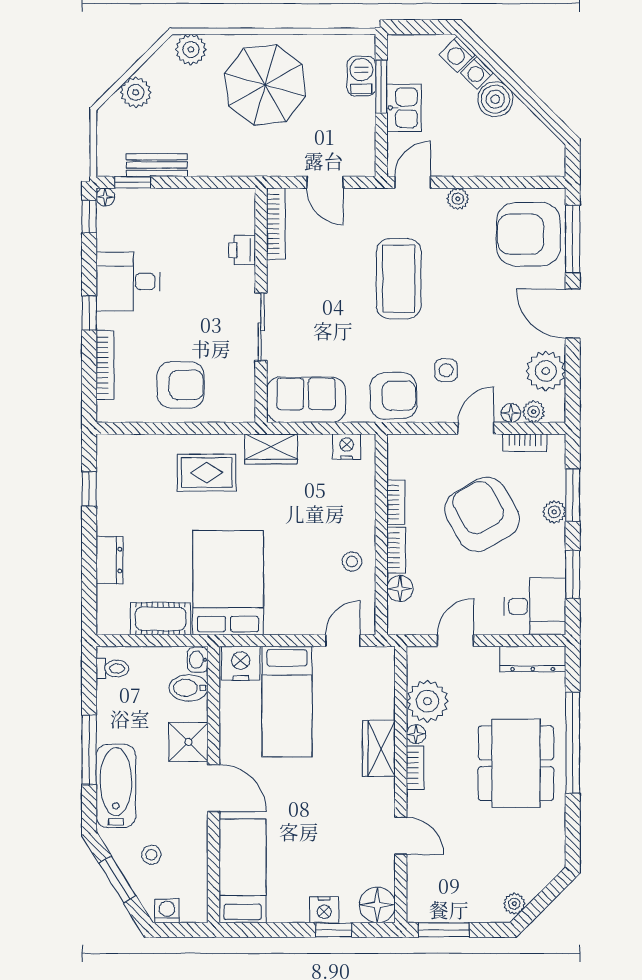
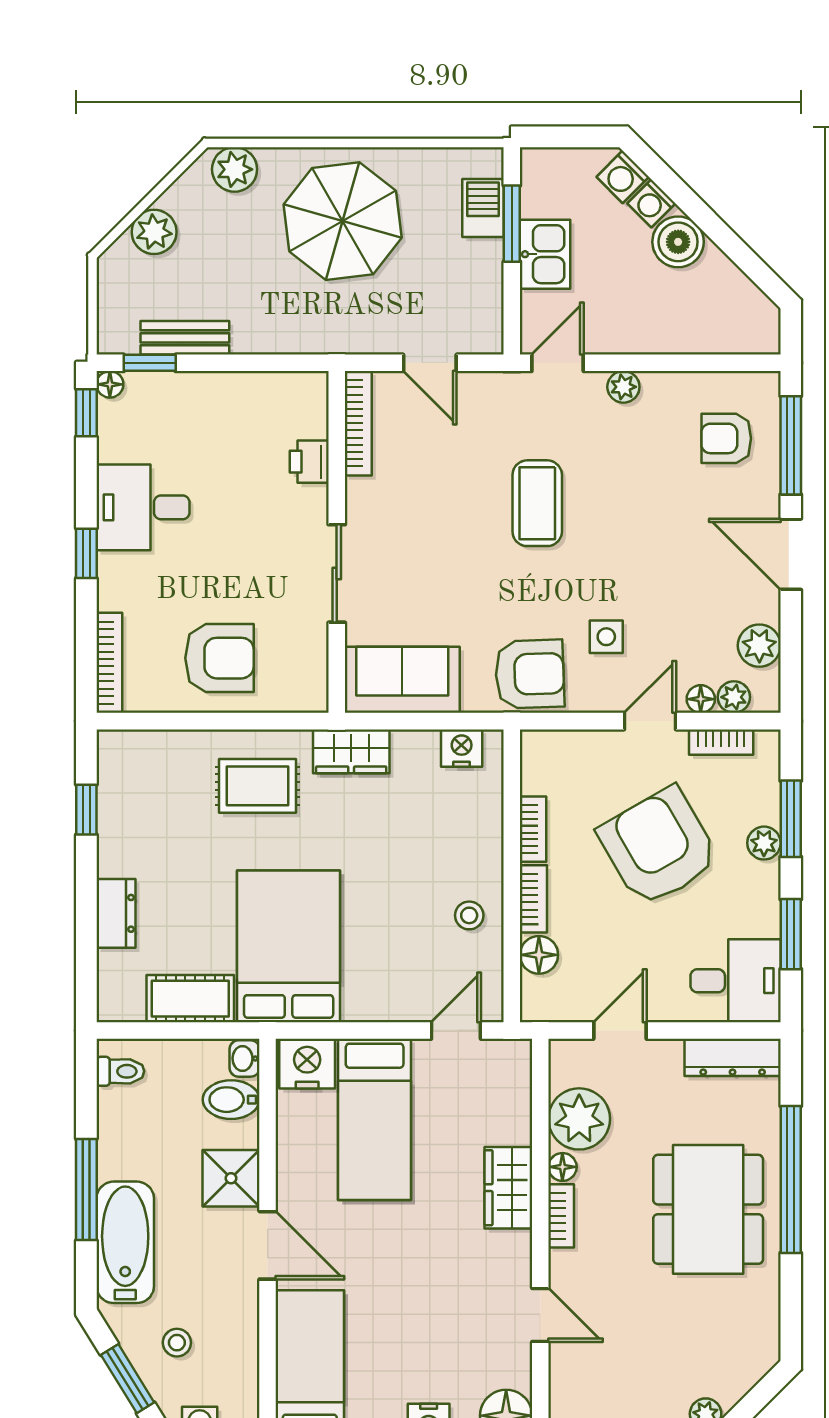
armchair: (528, 234) -> (726, 438), width x0.53, depth x0.53
coffee table: (399, 279) -> (537, 503), width x0.73, depth x0.76
bookcase: (105, 365) -> (109, 663), moved
plant: (546, 371) -> (759, 646), width x0.73, depth x0.73

